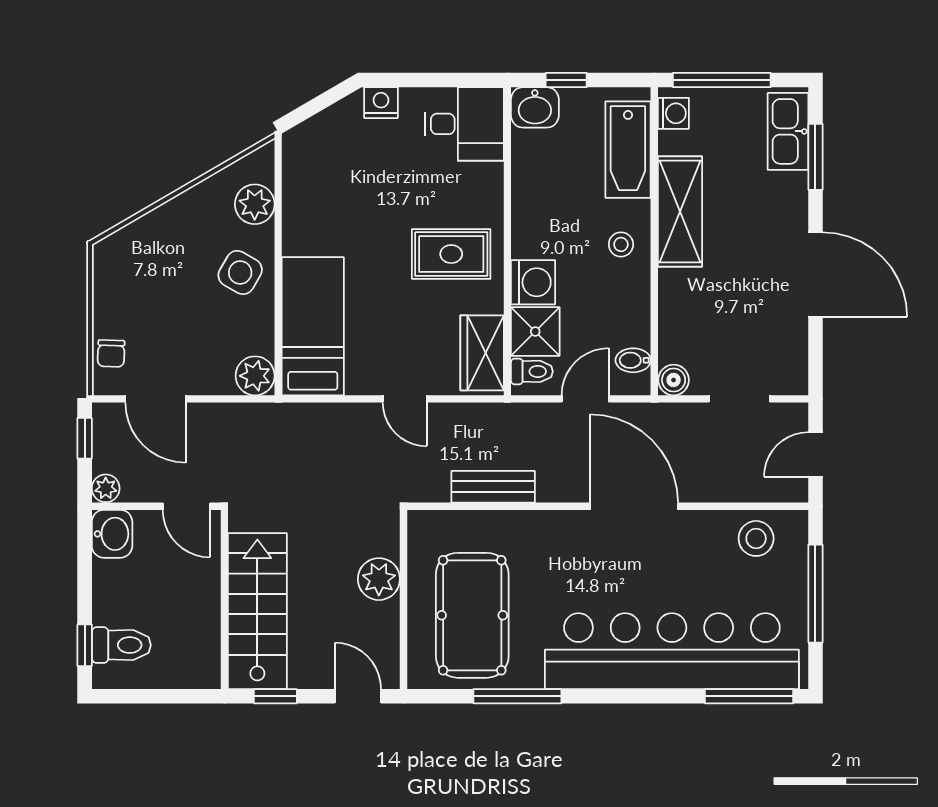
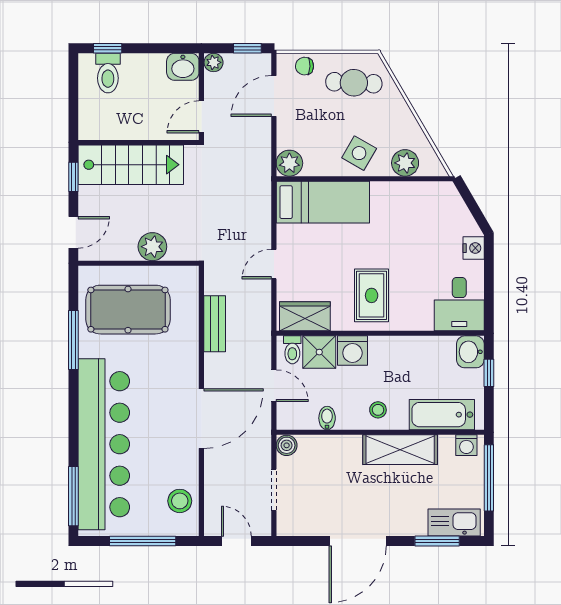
cafe table: (136, 280) -> (354, 83), added
bidet: (633, 360) -> (327, 418), moved

